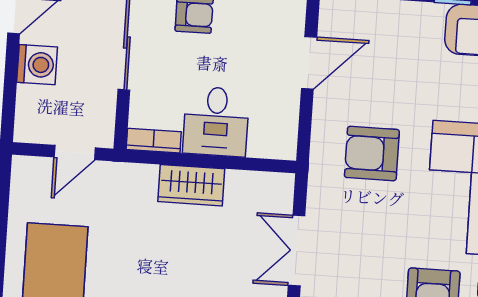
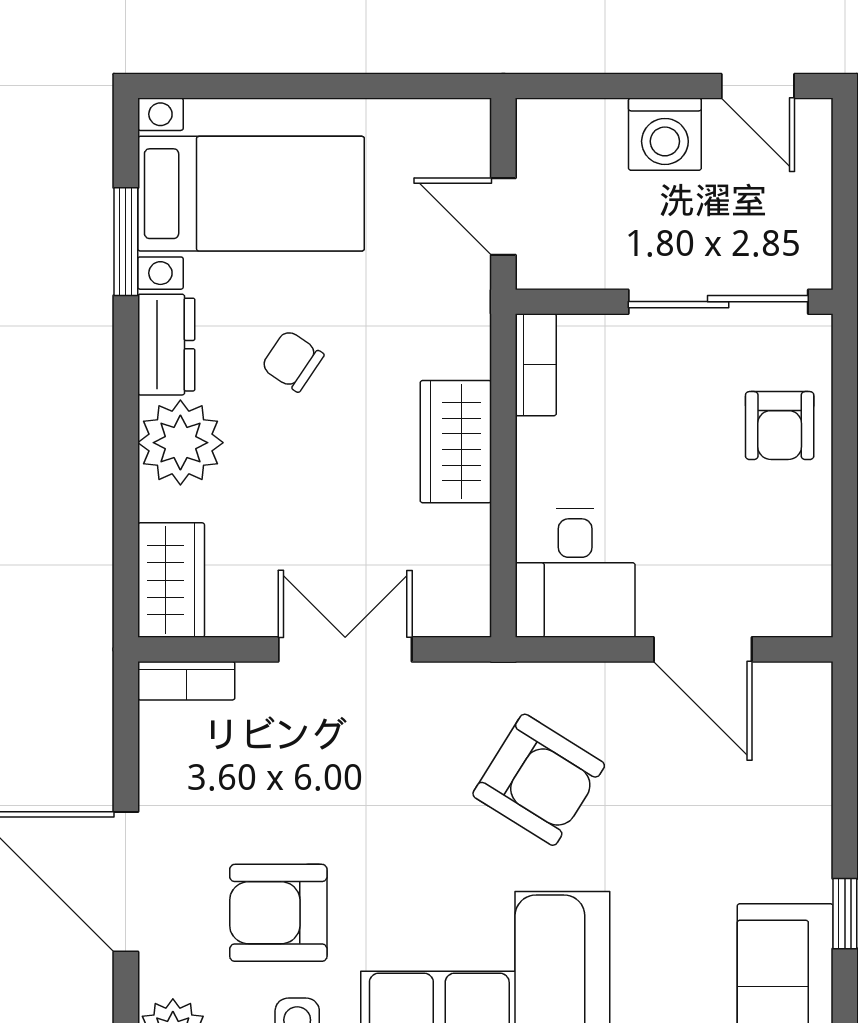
desk: (216, 121) -> (575, 573), moved, turned -90
armchair: (372, 153) -> (539, 780), turned 122
chair: (143, 268) -> (292, 361), added

